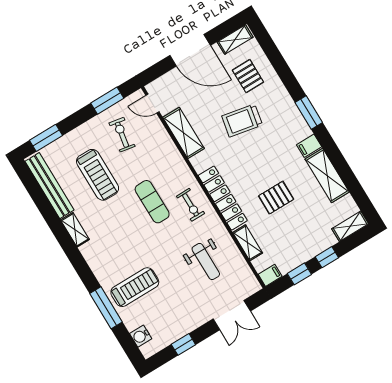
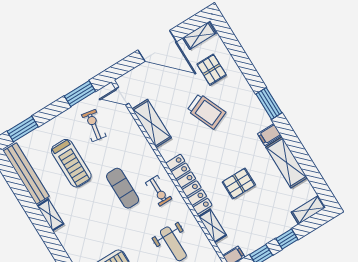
trolley: (242, 121) -> (206, 111), turned -124

